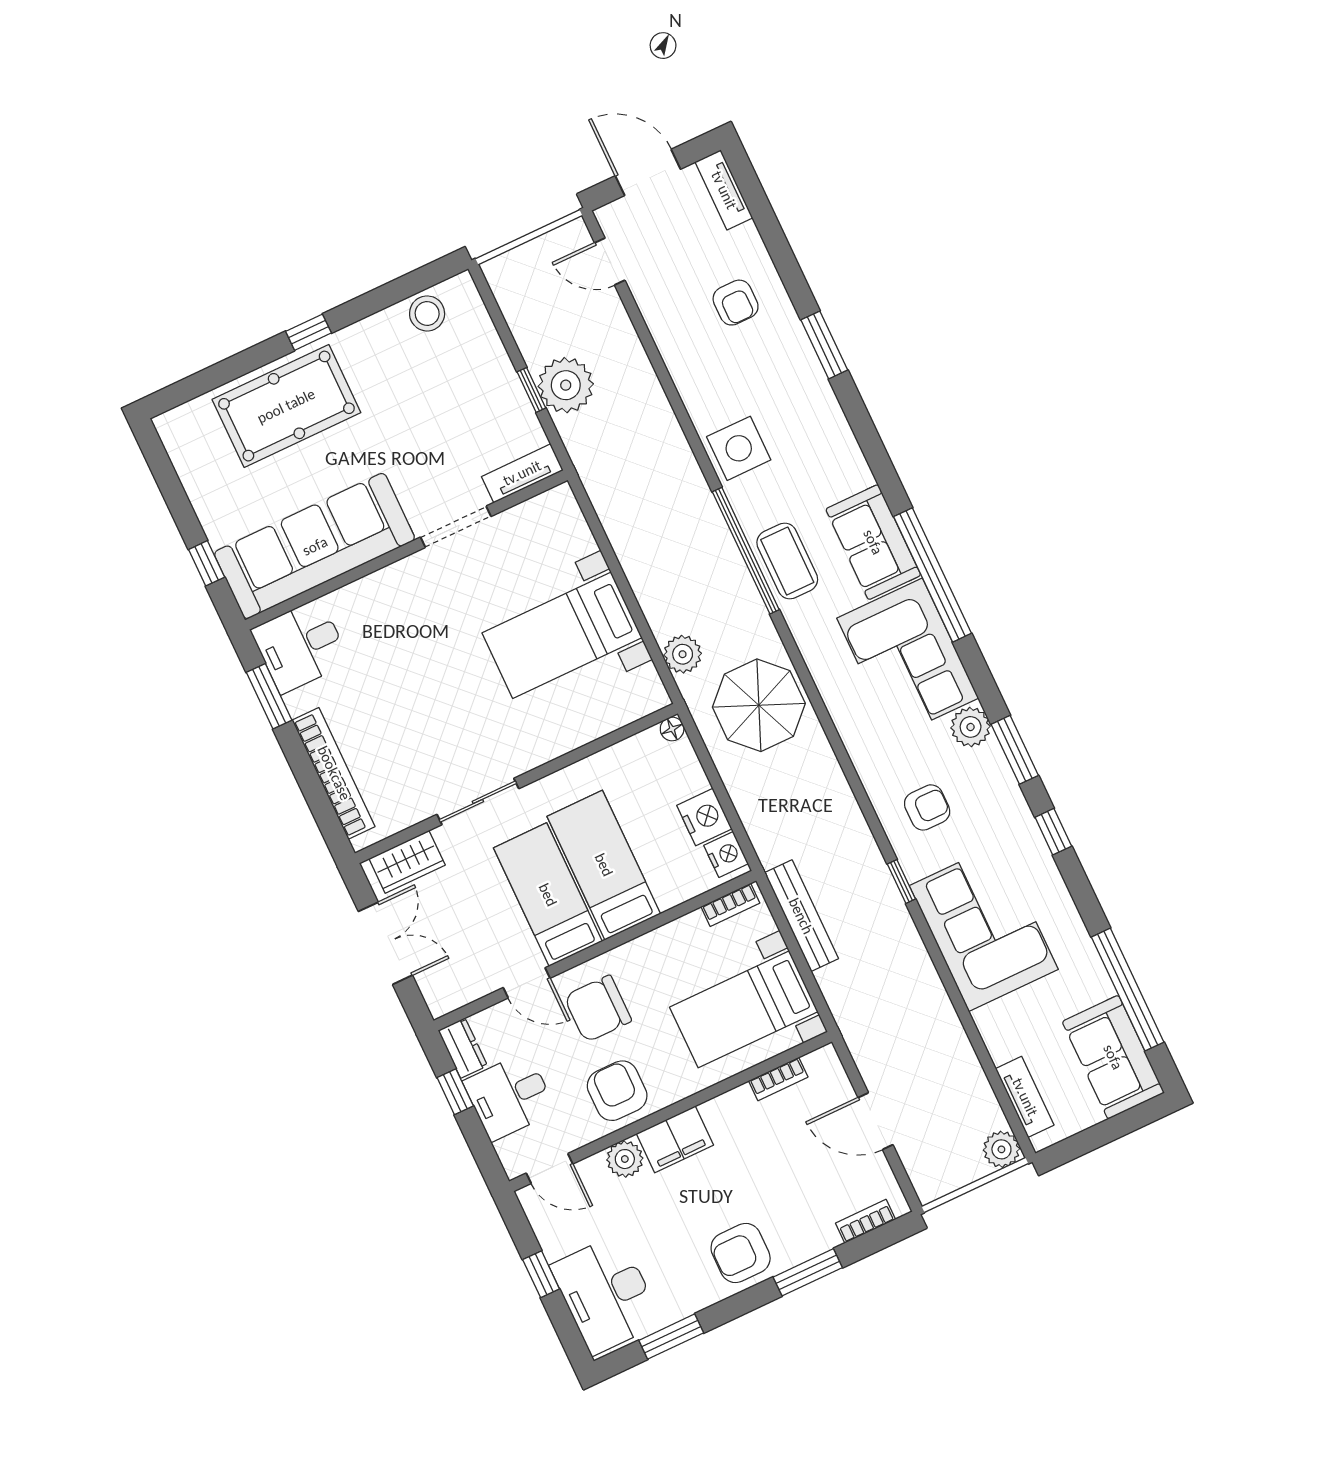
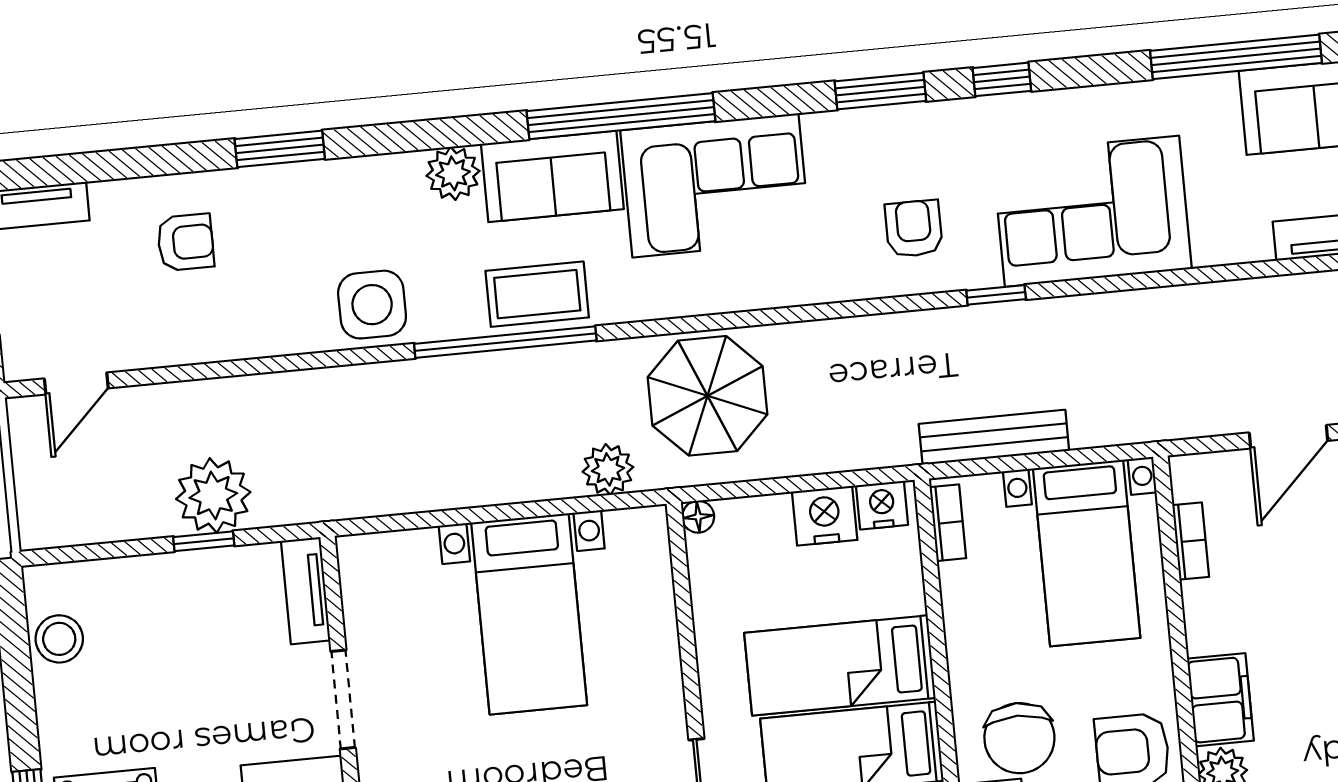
plant: (971, 727) -> (453, 173), moved

